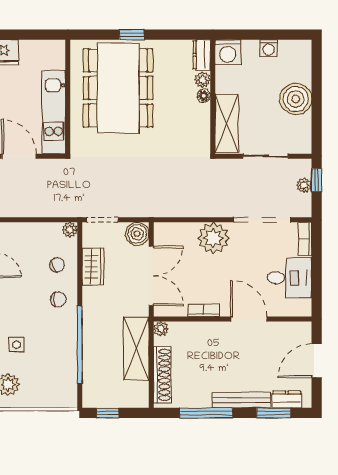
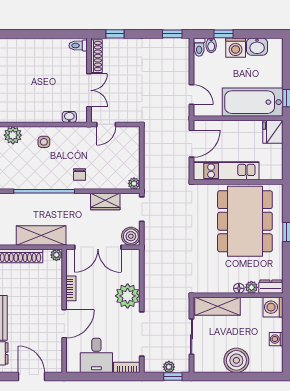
dining table: (118, 88) -> (245, 221), turned 90
chair: (57, 265) -> (107, 174), removed

